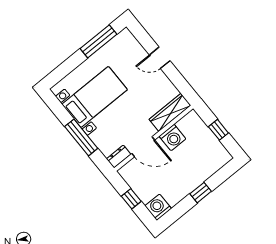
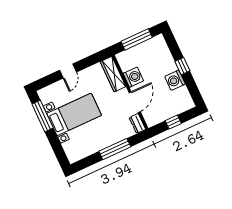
bed with nightstands: (95, 97) -> (74, 114), moved, turned 90
window: (218, 130) -> (137, 39), width x2.17
washing machine: (158, 207) -> (175, 80), moved

